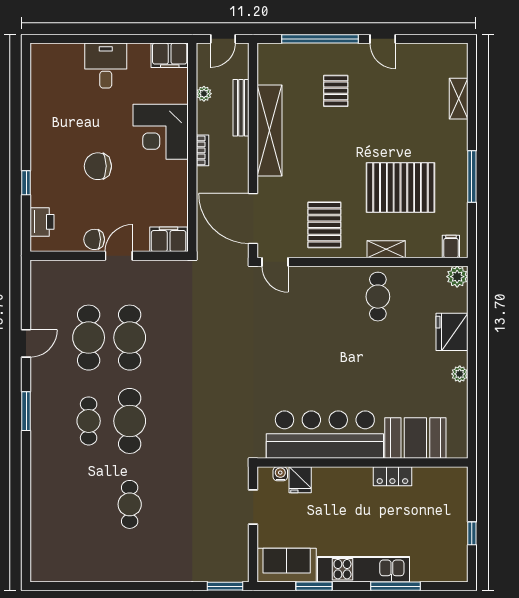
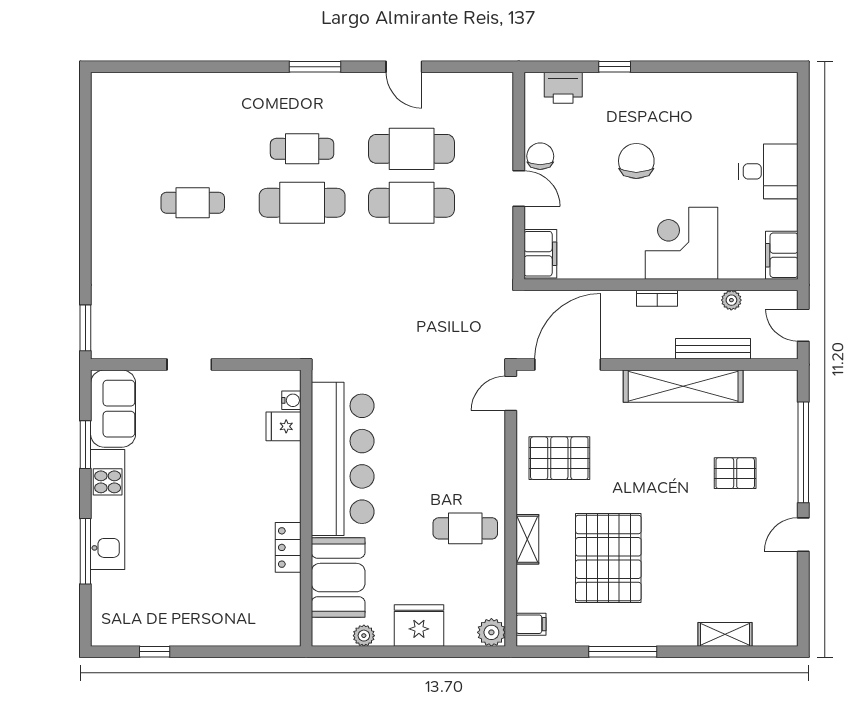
bar counter: (325, 435) -> (343, 459), moved
booth: (415, 438) -> (338, 578), moved
wall: (362, 463) -> (306, 508), moved
water cooler: (280, 474) -> (291, 400), moved
locker: (392, 476) -> (288, 547), moved
fridge: (300, 480) -> (283, 426), moved

